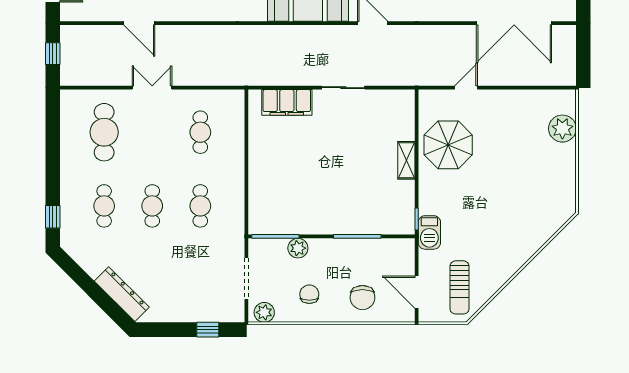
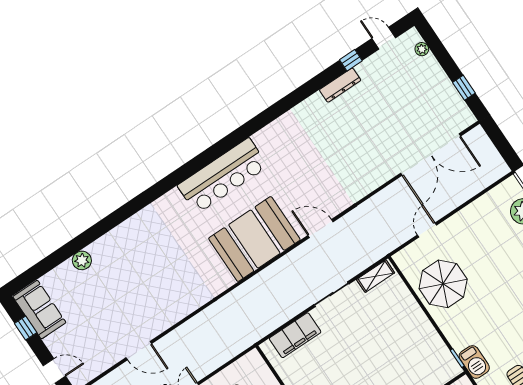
shelving: (406, 160) -> (376, 276), moved, turned 90

